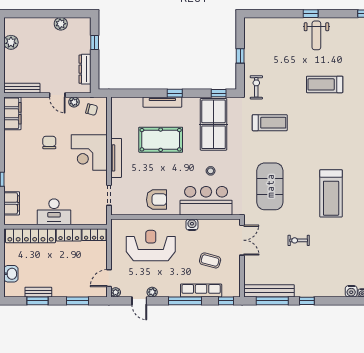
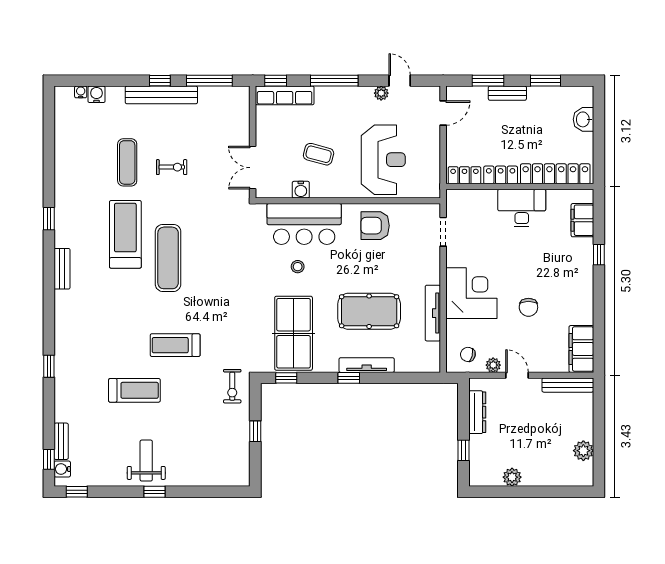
treadmill: (270, 123) -> (175, 345), moved
tv unit: (116, 158) -> (433, 313), moved
exercise mat: (270, 186) -> (168, 258), moved, width x0.68
water cooler: (192, 225) -> (301, 190), moved
exercise mat: (330, 244) -> (127, 162), added
reception desk: (151, 246) -> (383, 160), turned -90
coffee table: (210, 260) -> (319, 154), moved
row of seats: (201, 291) -> (285, 95), moved
bench: (269, 291) -> (161, 95), moved
bench: (38, 292) -> (507, 93), moved
plant: (116, 292) -> (434, 93), removed

